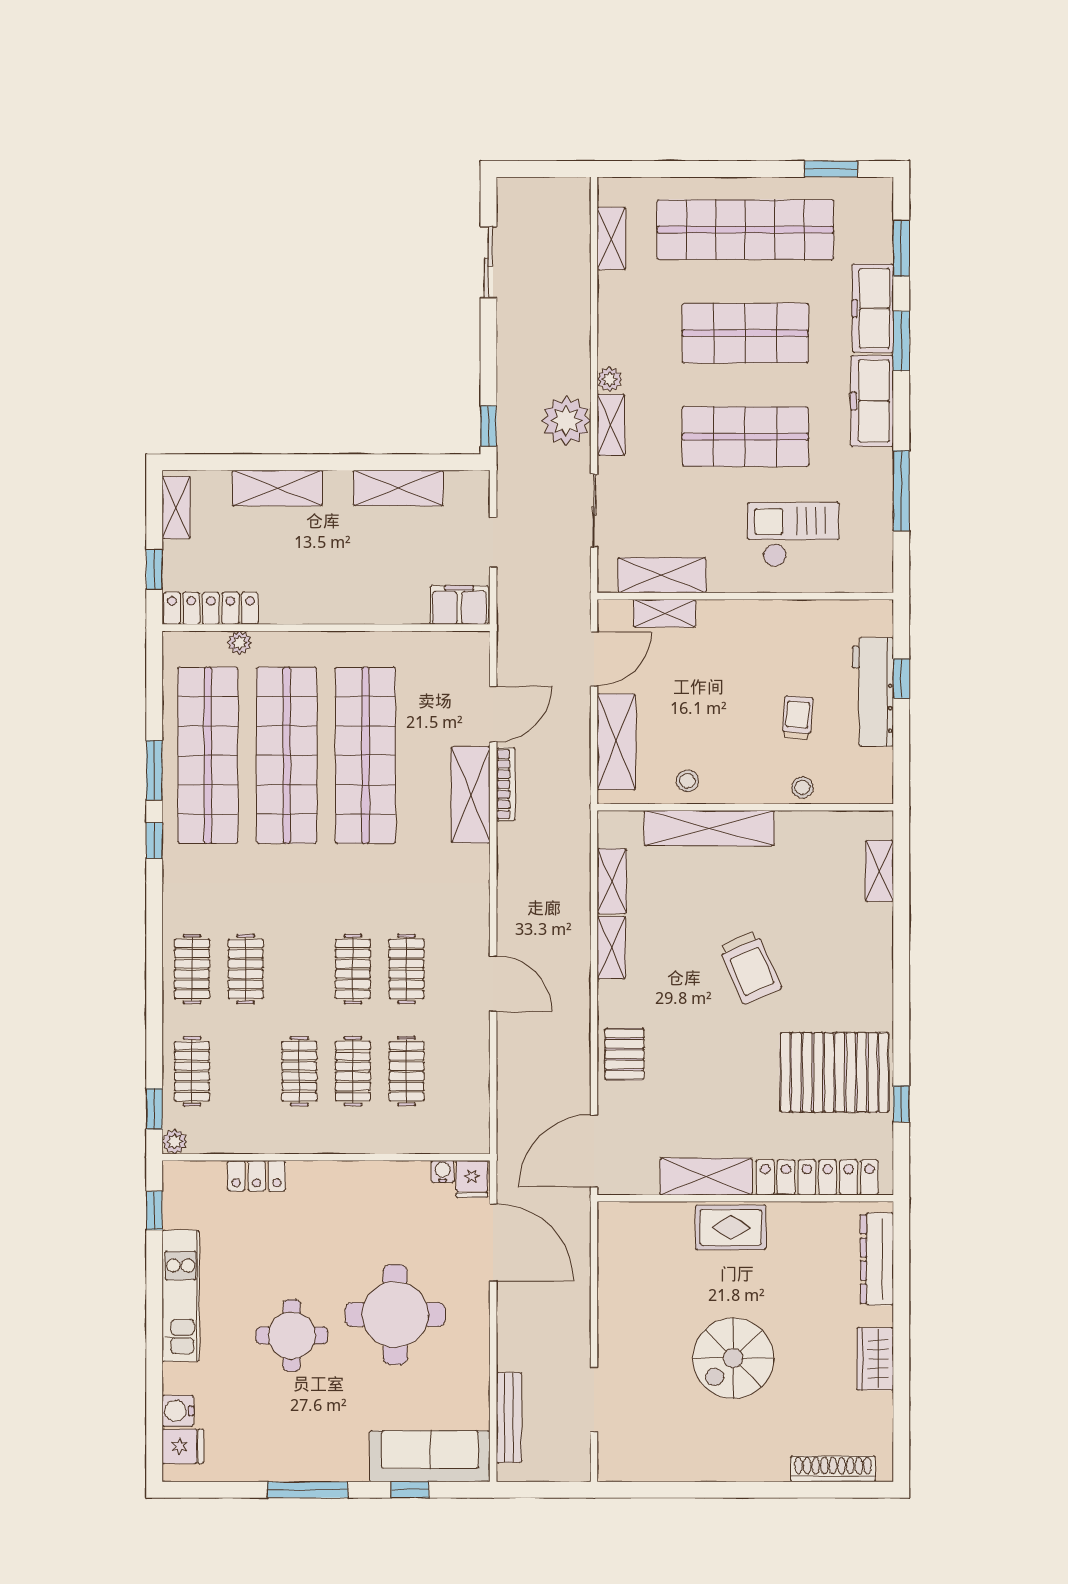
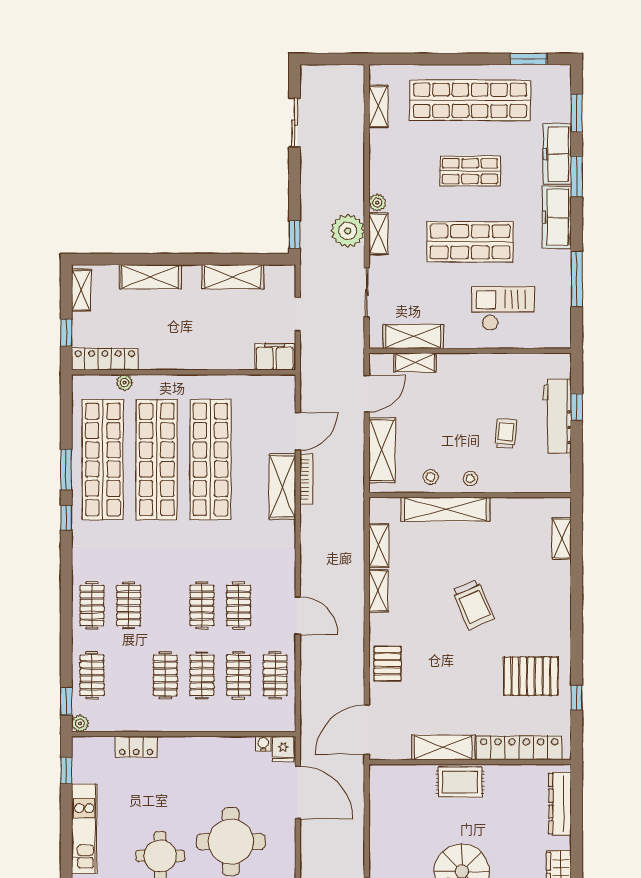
shop shelf: (745, 333) -> (470, 171), width x0.70, depth x0.74
stool: (802, 788) -> (470, 479), moved
clothes rail: (460, 1071) -> (275, 675), added
pallet: (834, 1072) -> (531, 676), width x0.73, depth x0.71

